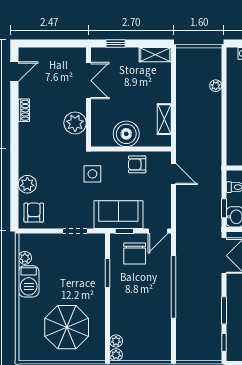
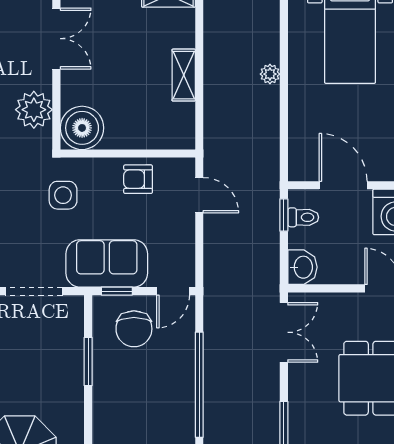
plant: (216, 86) -> (270, 74), moved
shelving: (164, 119) -> (184, 75), moved
boiler: (126, 134) -> (82, 128), moved
window: (224, 208) -> (284, 215), moved
doorway: (75, 231) -> (34, 291), width x1.38

